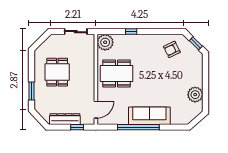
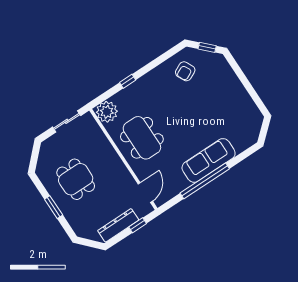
dining table: (117, 73) -> (142, 138), turned 90
window: (31, 91) -> (54, 207), moved
plant: (195, 95) -> (244, 104), removed

